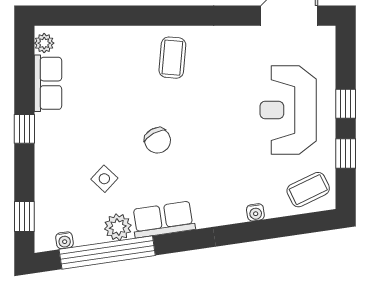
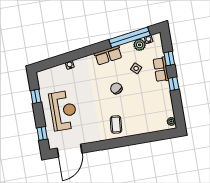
row of seats: (48, 83) -> (161, 69), moved
window: (346, 104) -> (42, 133), moved
coffee table: (308, 190) -> (49, 78), removed
window: (24, 217) -> (169, 58), moved
plant: (118, 227) -> (140, 45), moved

